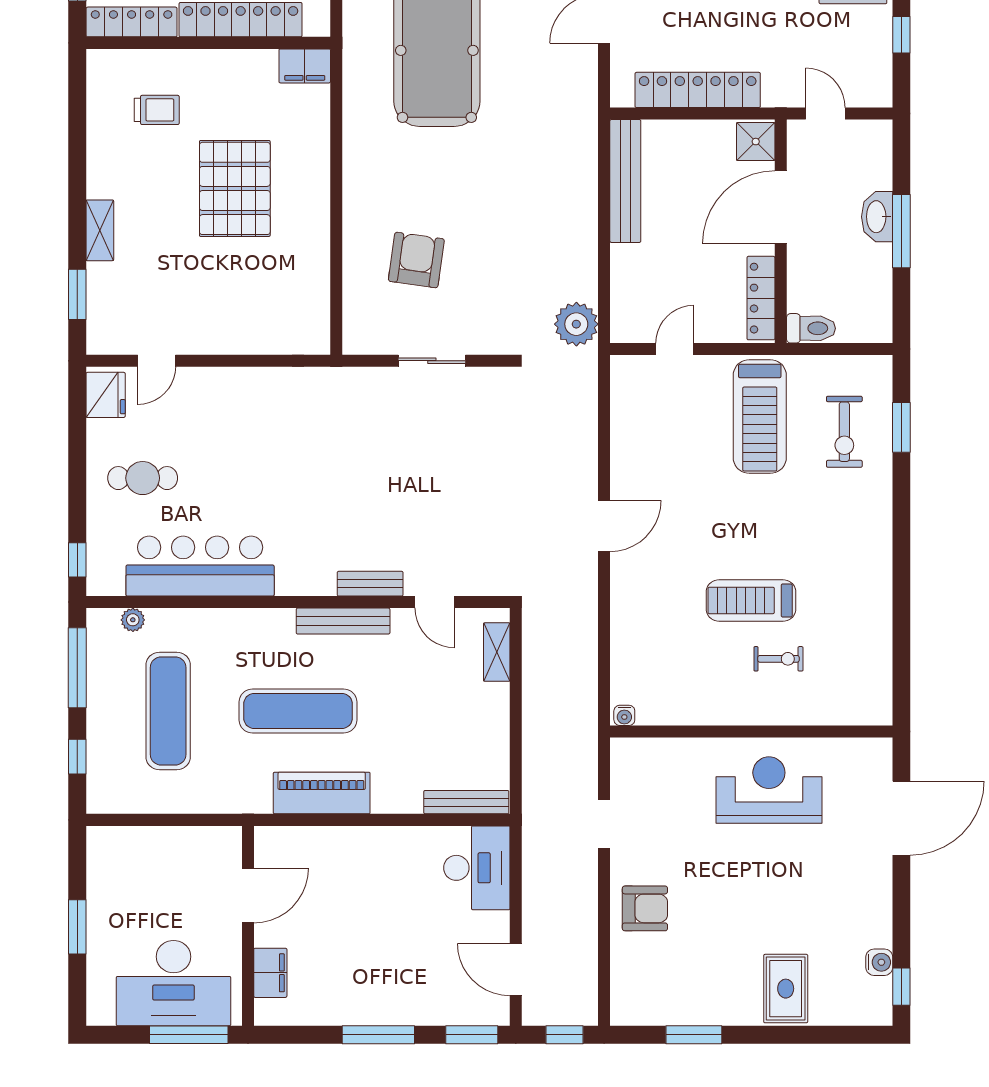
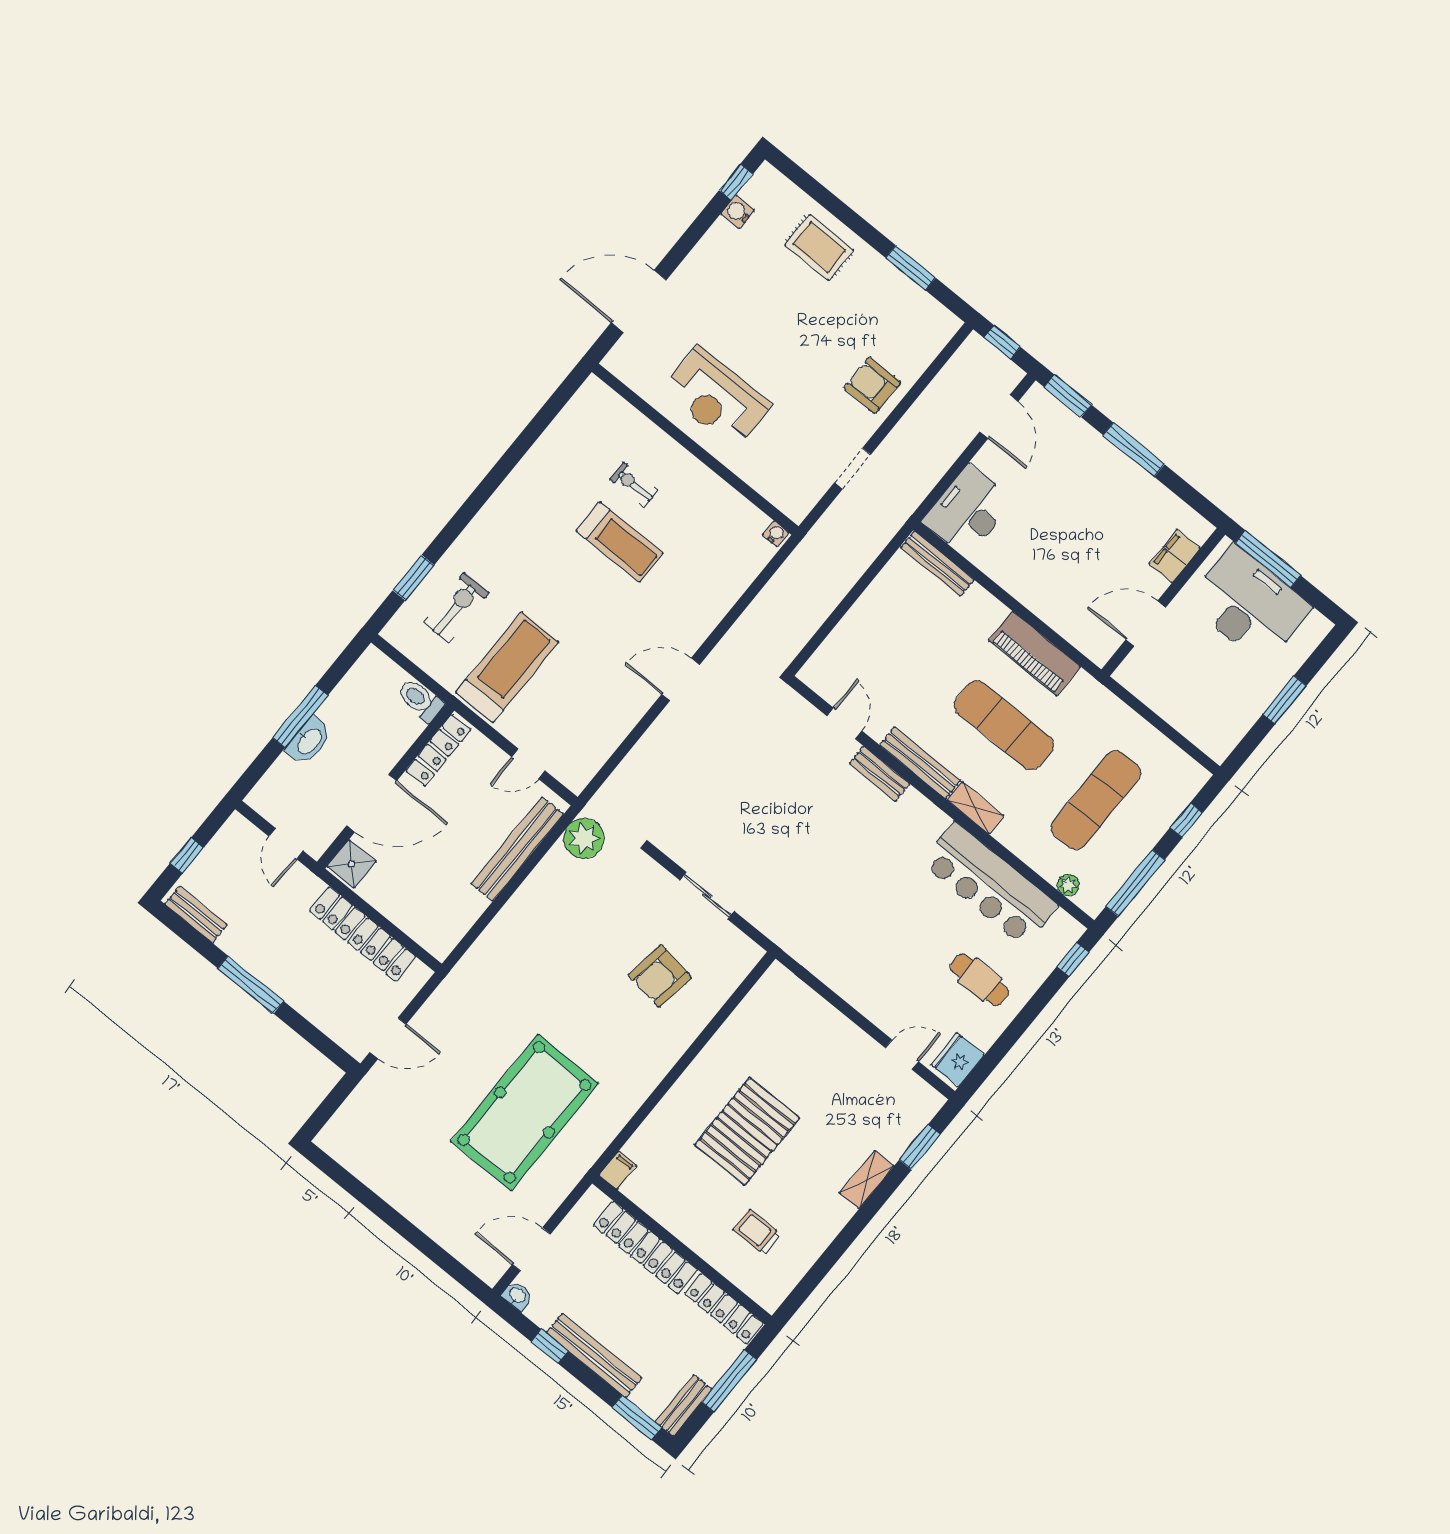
filing cabinet: (305, 66) -> (618, 1170), width x0.50
bench: (625, 181) -> (517, 849), moved
shelving: (497, 652) -> (976, 808), moved, turned 90
rug: (786, 989) -> (819, 247), turned 90

